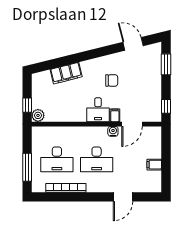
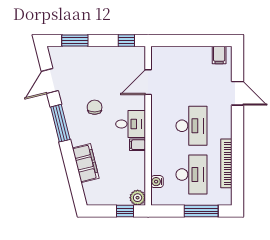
window: (99, 52) -> (60, 123), added
filing cabinet: (115, 115) -> (137, 145), moved
door: (132, 124) -> (148, 82), swing flipped
water cooler: (113, 131) -> (157, 182), moved
filing cabinet: (154, 165) -> (219, 55), moved

